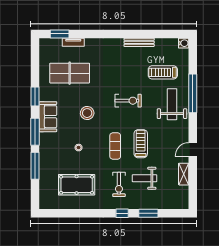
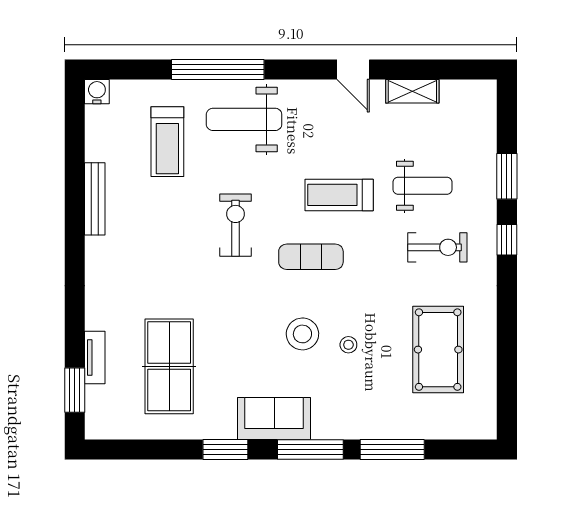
stool: (87, 113) -> (302, 334), moved
exercise mat: (115, 146) -> (311, 257), moved
weight bench: (145, 178) -> (422, 186), turned -90

